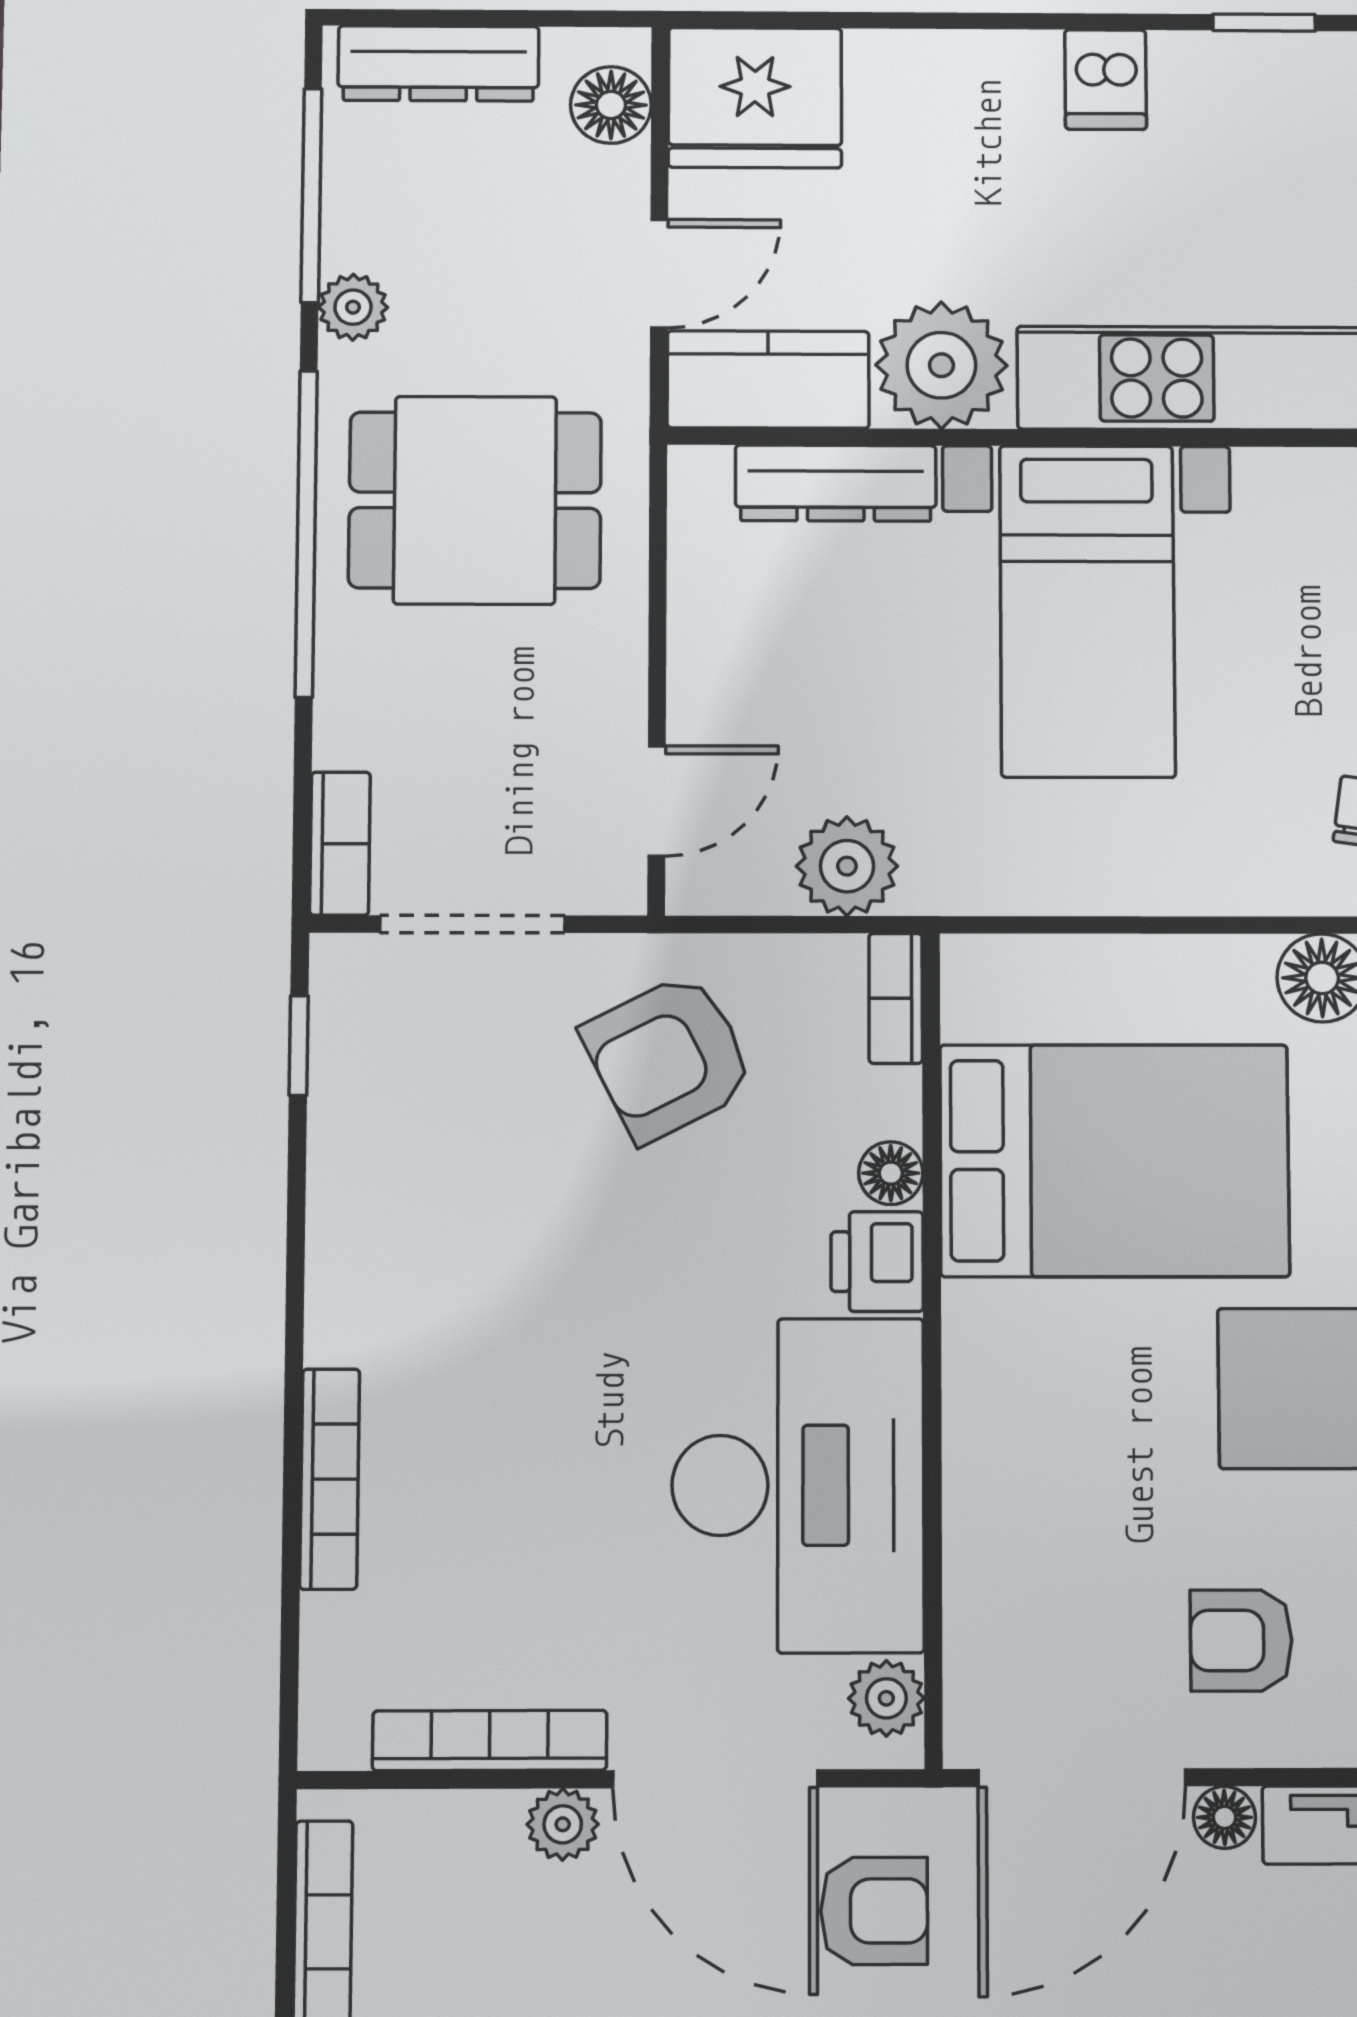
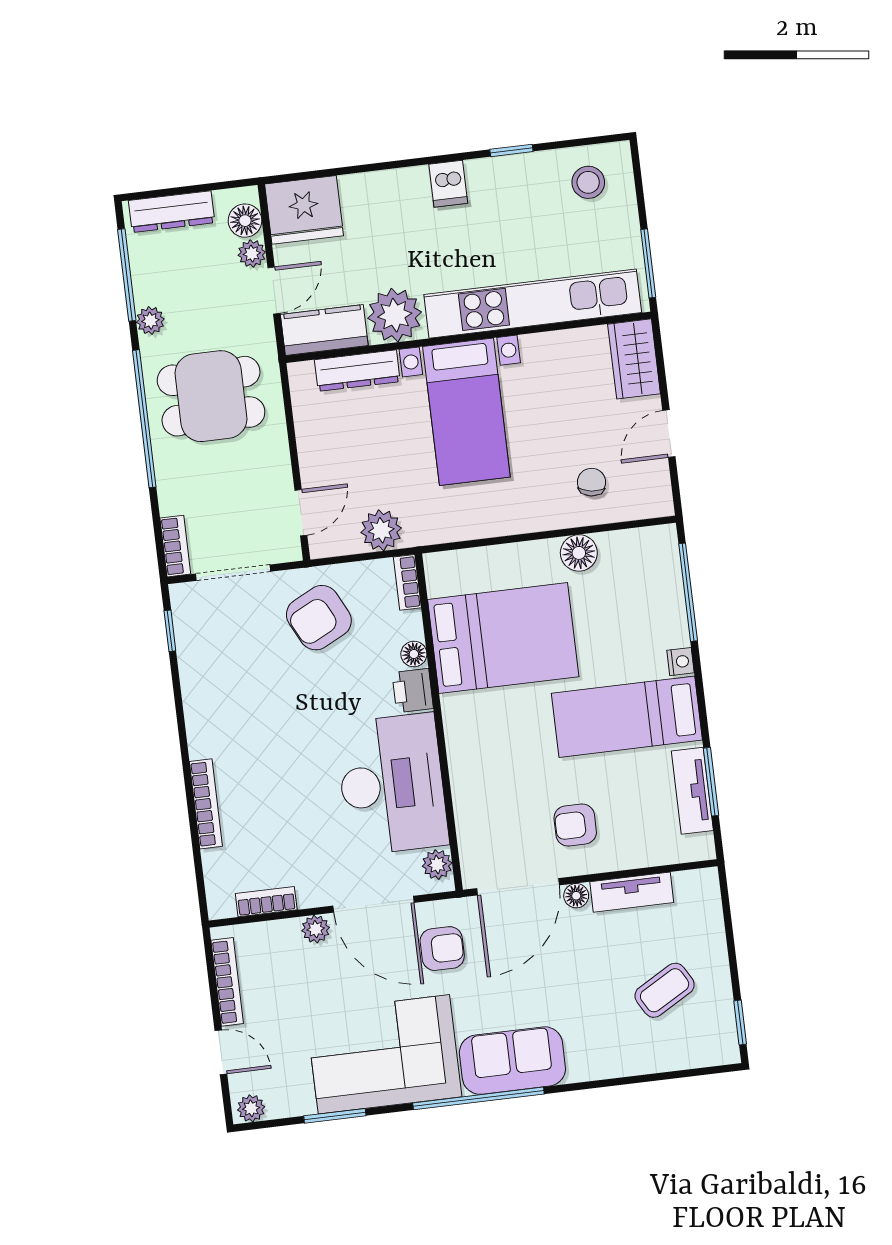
plant: (617, 182) -> (252, 254), added
bookcase: (490, 1740) -> (266, 902), width x0.64

